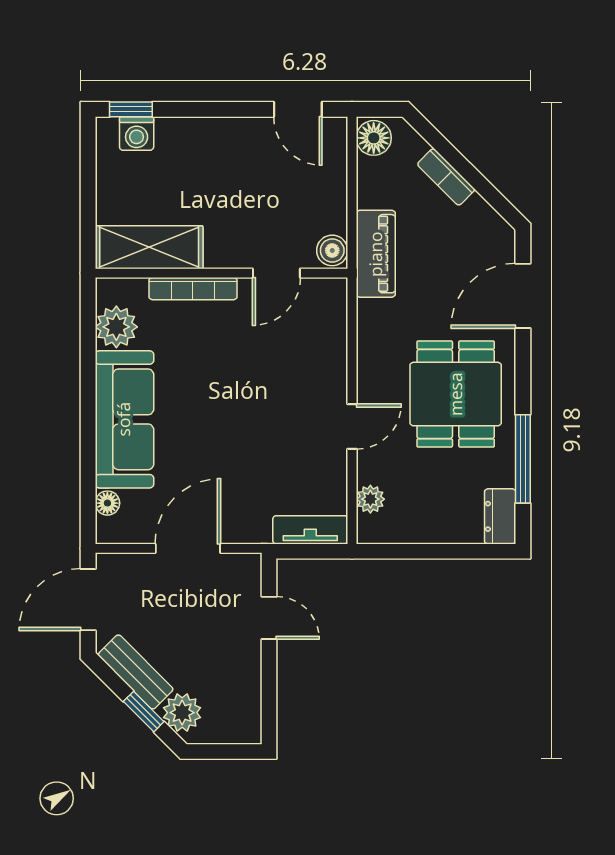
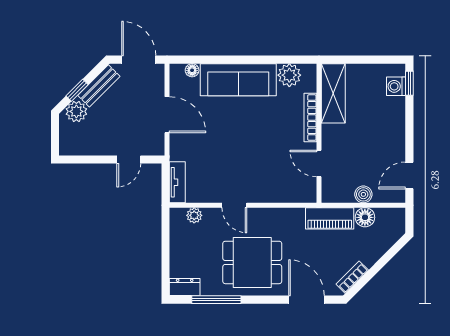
floor lamp: (374, 138) -> (365, 217), moved
bookcase: (446, 177) -> (352, 277), moved
boiler: (332, 250) -> (363, 194), moved

